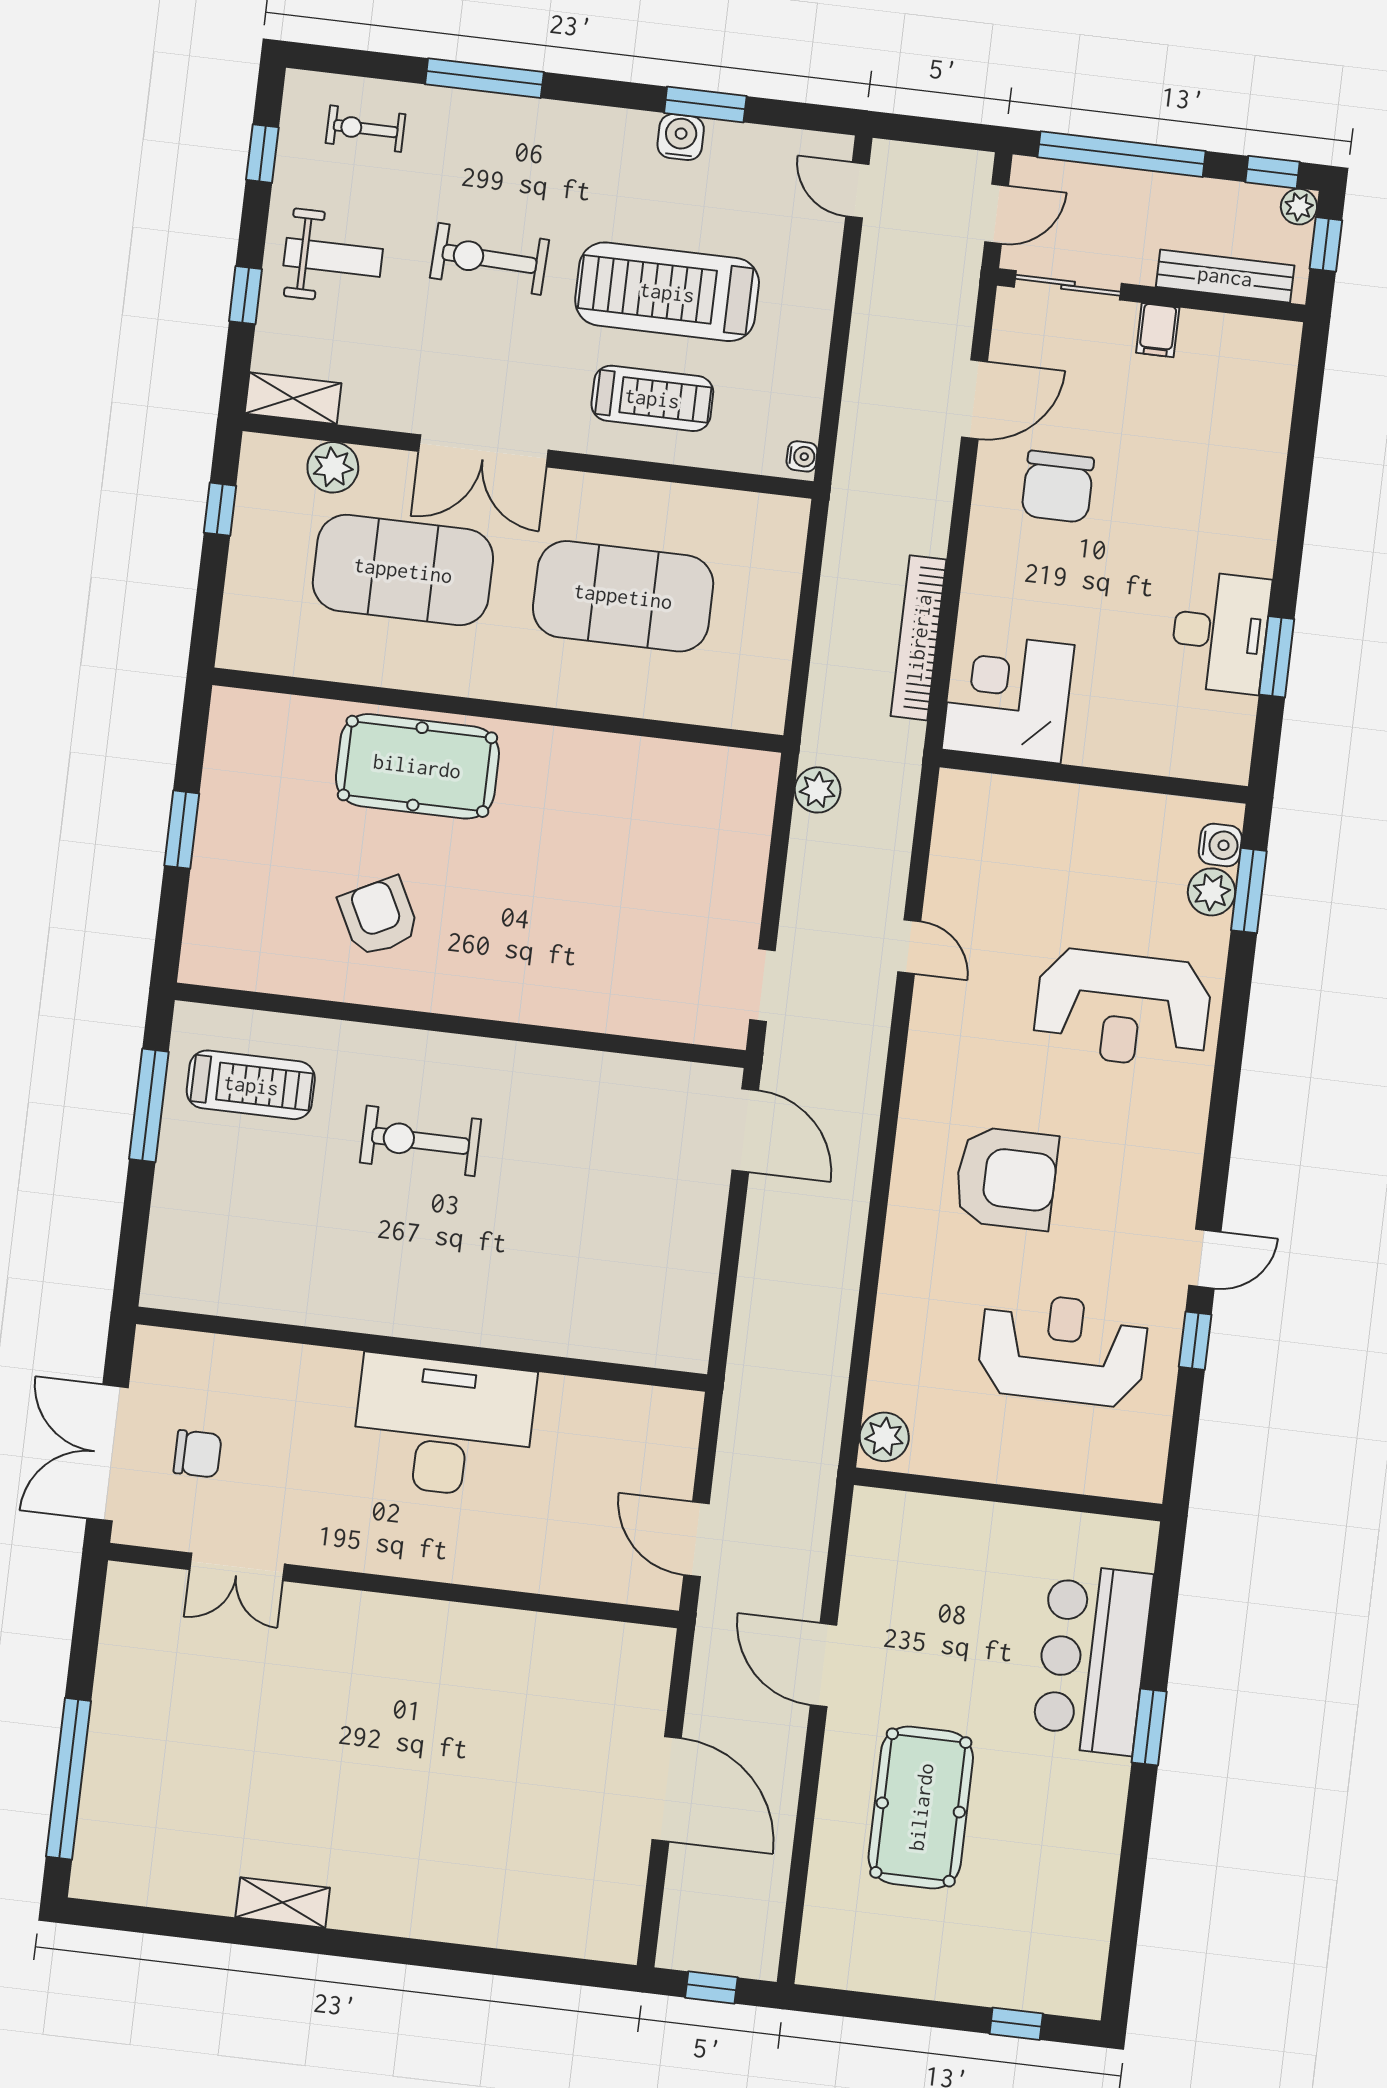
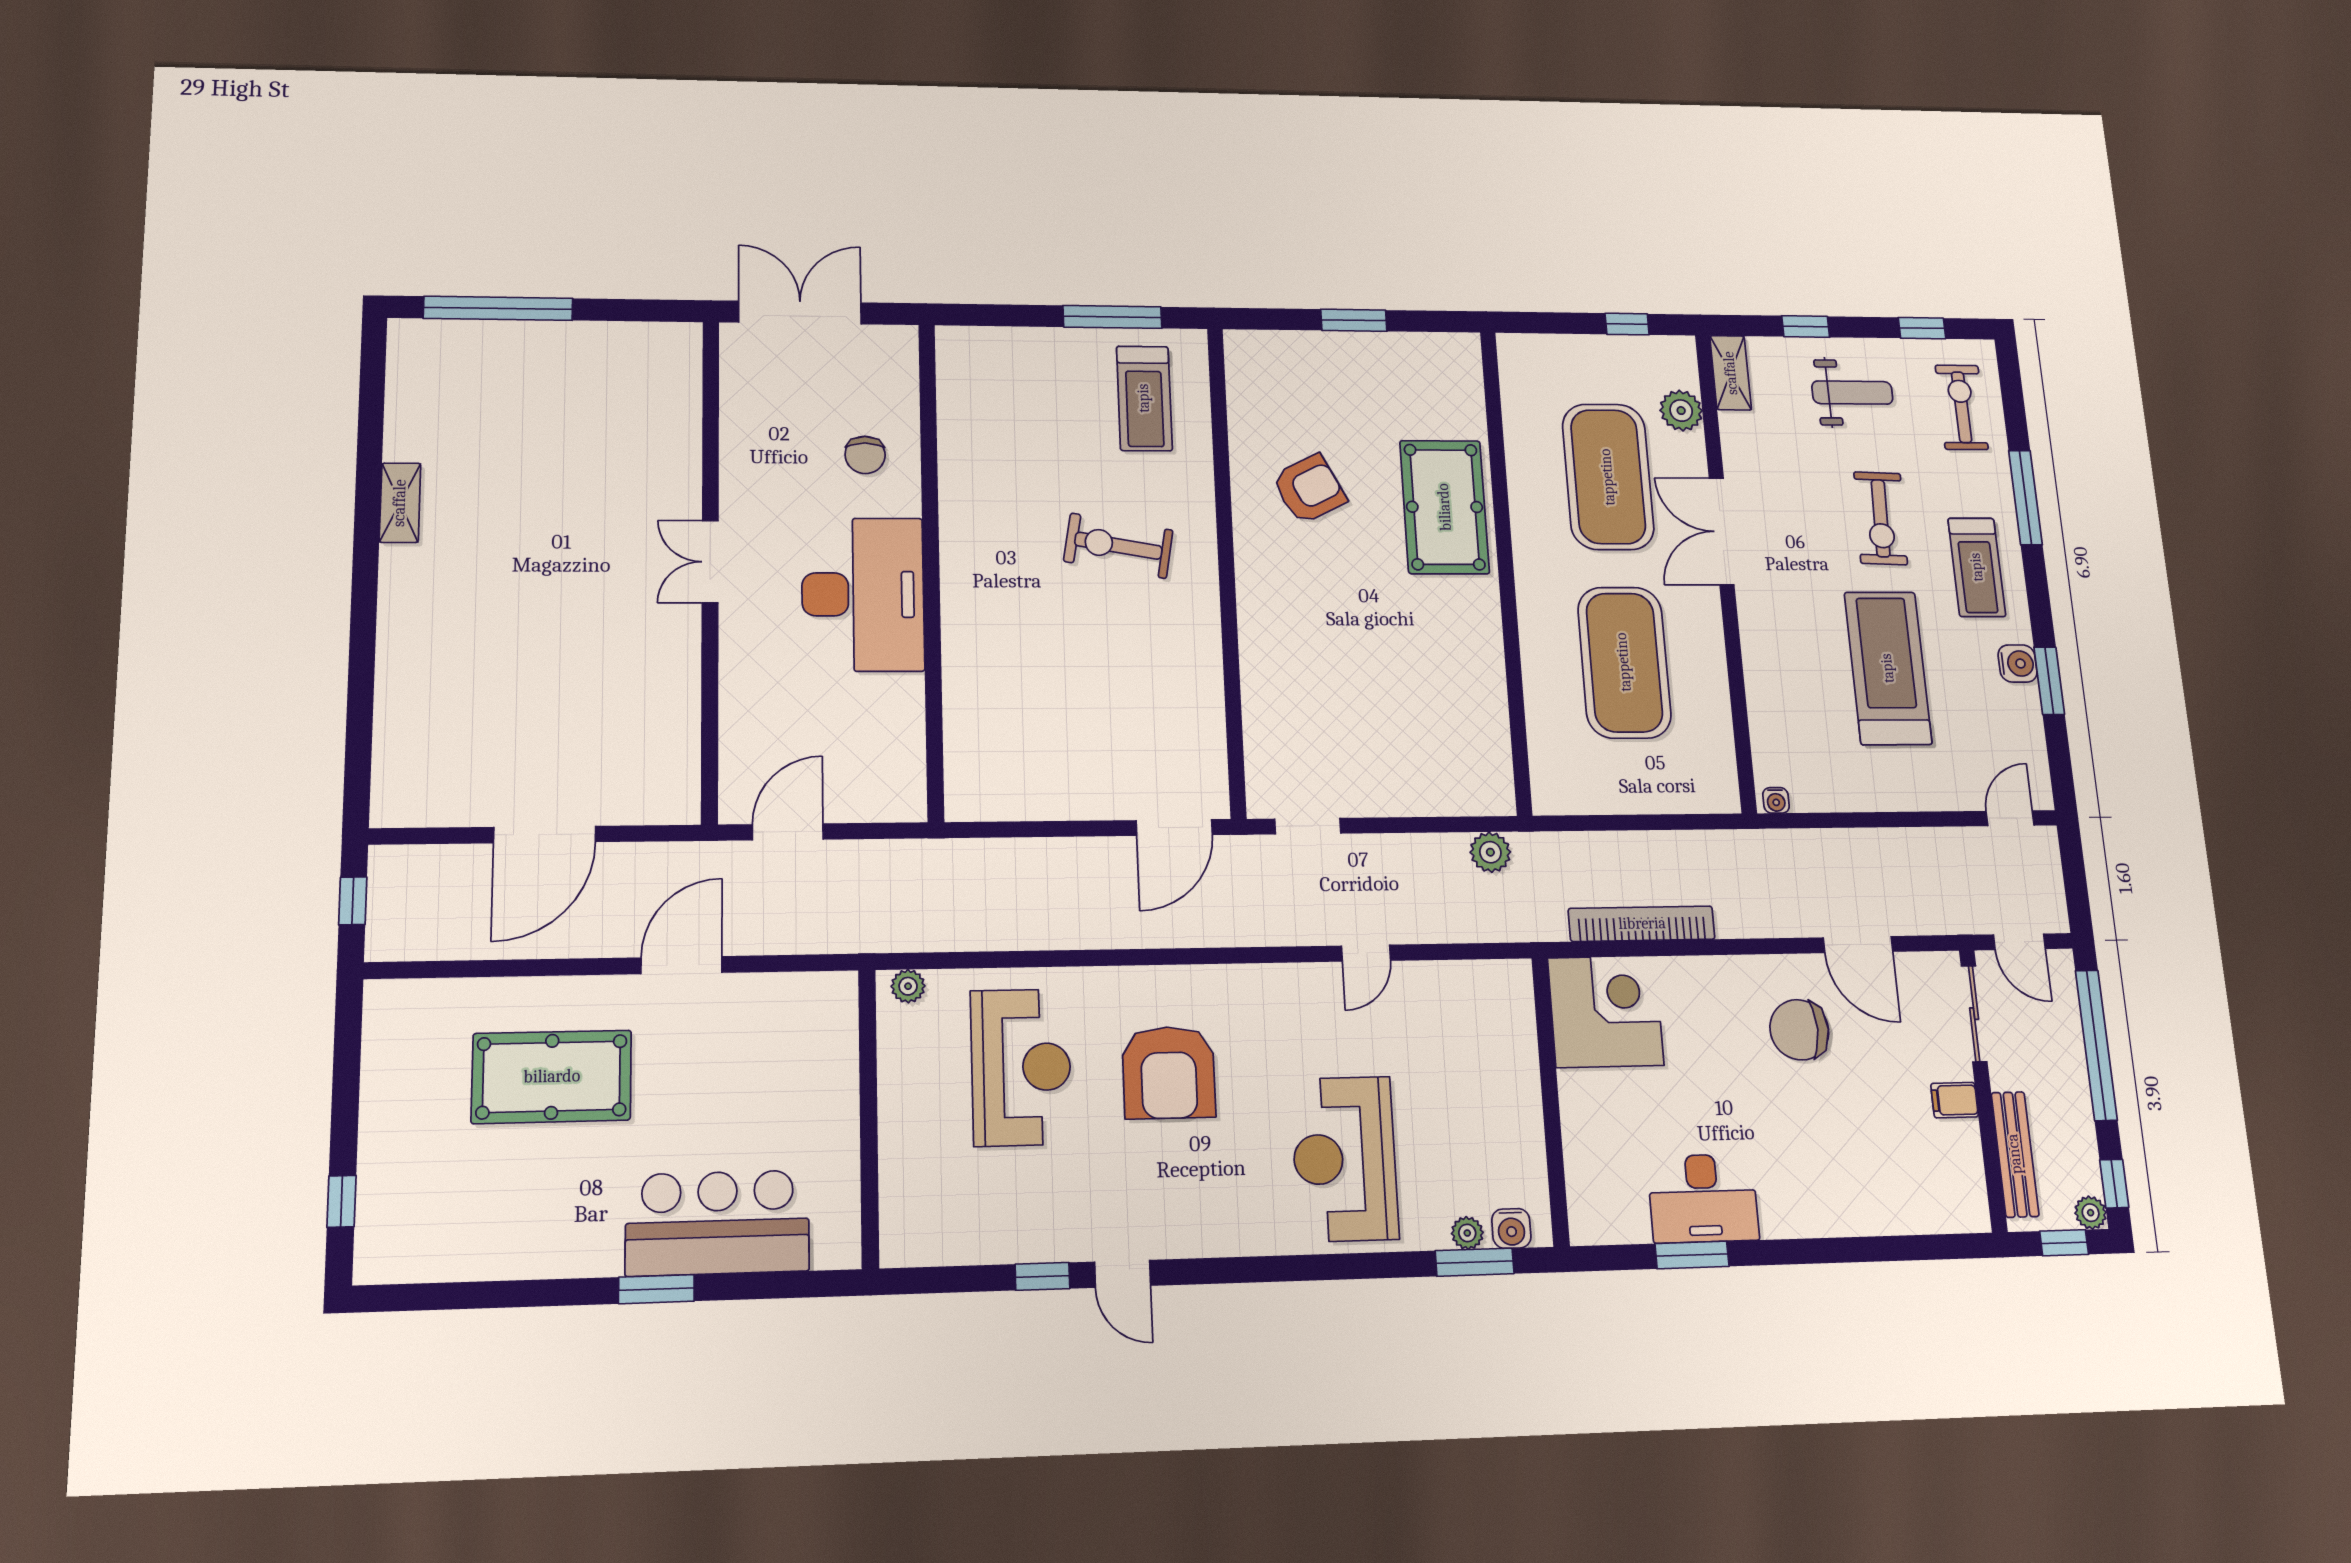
exercise bike: (366, 129) -> (1962, 407), width x1.38, depth x1.39
weight bench: (333, 257) -> (1852, 393), turned -90
exercise bike: (490, 259) -> (1881, 518), turned 180
treadmill: (652, 398) -> (1977, 567), moved
plant: (1212, 892) -> (1467, 1233), width x0.73, depth x0.73
exercise bike: (421, 1141) -> (1118, 546), turned -80
reception desk: (1063, 1349) -> (1021, 1067), moved
plant: (884, 1437) -> (908, 986), width x0.73, depth x0.73
chair: (198, 1454) -> (865, 455), moved
double door: (237, 1567) -> (710, 562), moved

